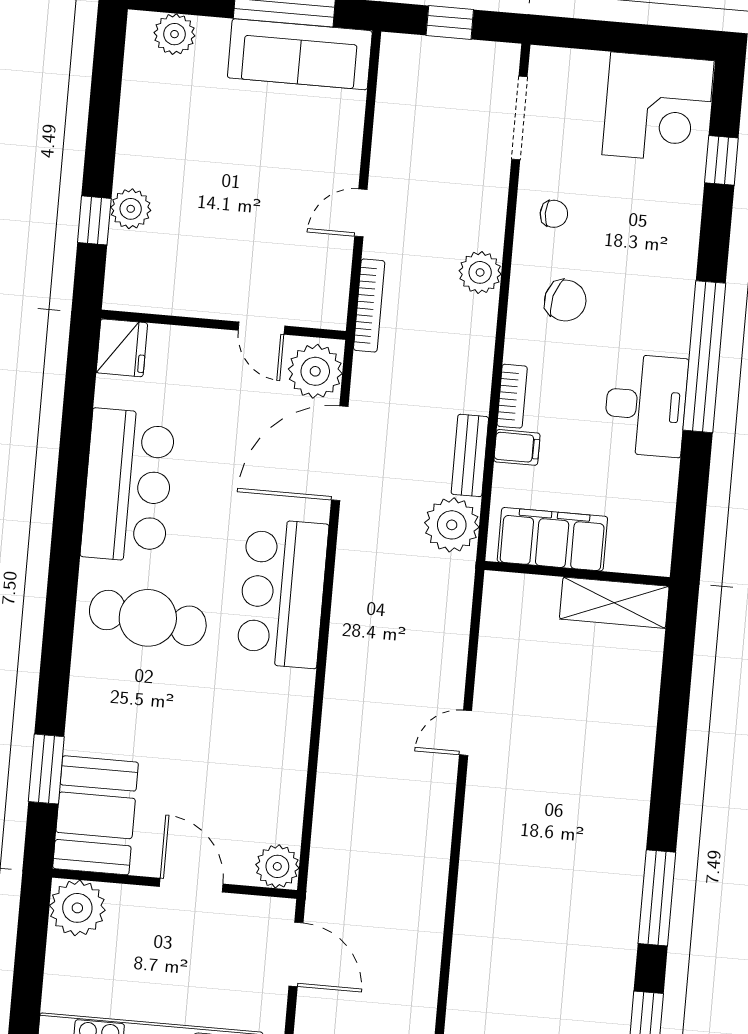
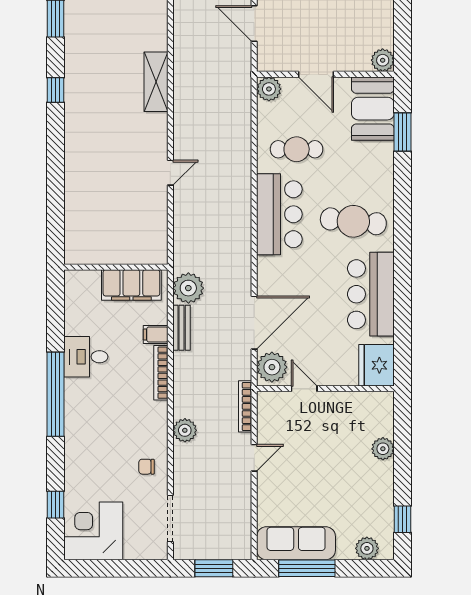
window: (450, 22) -> (214, 568), width x1.50
window: (94, 220) -> (403, 519), moved
chair: (565, 300) -> (136, 419), removed
fridge: (122, 348) -> (377, 365), width x1.36, depth x1.34
bookcase: (512, 396) -> (161, 373), width x1.56
desk: (646, 405) -> (86, 357), width x0.73
bar counter: (283, 593) -> (279, 214), moved
shelving: (614, 603) -> (156, 82), moved, turned 90
cafe table: (238, 755) -> (297, 149), added
window: (657, 898) -> (56, 90), width x0.46
plant: (77, 908) -> (383, 60), width x0.73, depth x0.73
door: (296, 954) -> (254, 24), moved

